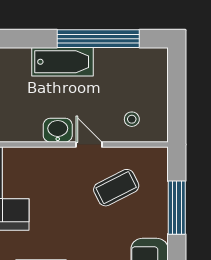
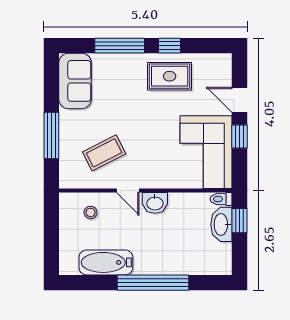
window: (98, 39) -> (153, 283), moved
bathtub: (62, 62) -> (106, 262), moved

